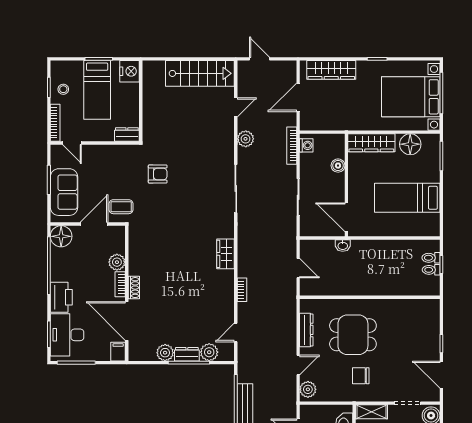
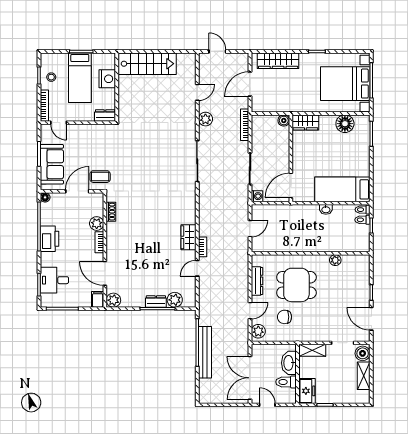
nightstand: (130, 71) -> (107, 79), moved
stairs: (200, 73) -> (147, 64), moved
wardrobe: (371, 143) -> (305, 122), width x0.67
washing machine: (306, 145) -> (257, 196), moved
boiler: (338, 166) -> (284, 120), moved
armchair: (158, 174) -> (131, 149), removed
bed: (407, 198) -> (342, 189), moved
door: (346, 217) -> (291, 185), hinge flipped
floor lamp: (61, 236) -> (45, 197), width x0.53, depth x0.53
washbasin: (343, 246) -> (326, 209), moved
wardrobe: (226, 254) -> (189, 237), moved
door: (298, 268) -> (250, 229), hinge flipped
toilet: (431, 270) -> (363, 210), moved
shoe rack: (134, 288) -> (111, 212), moved
printer: (61, 297) -> (50, 239), moved
plant: (399, 305) -> (335, 260), added
door: (127, 321) -> (105, 273), width x0.73
door: (236, 332) -> (197, 268), moved
desk: (67, 335) -> (54, 280), width x0.73
plant: (165, 353) -> (113, 300), moved
chair: (361, 376) -> (285, 317), moved

